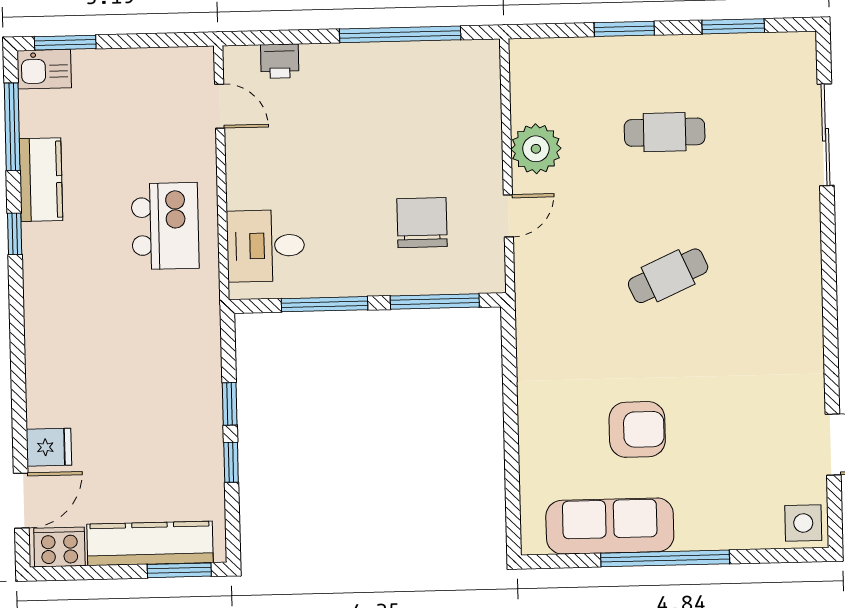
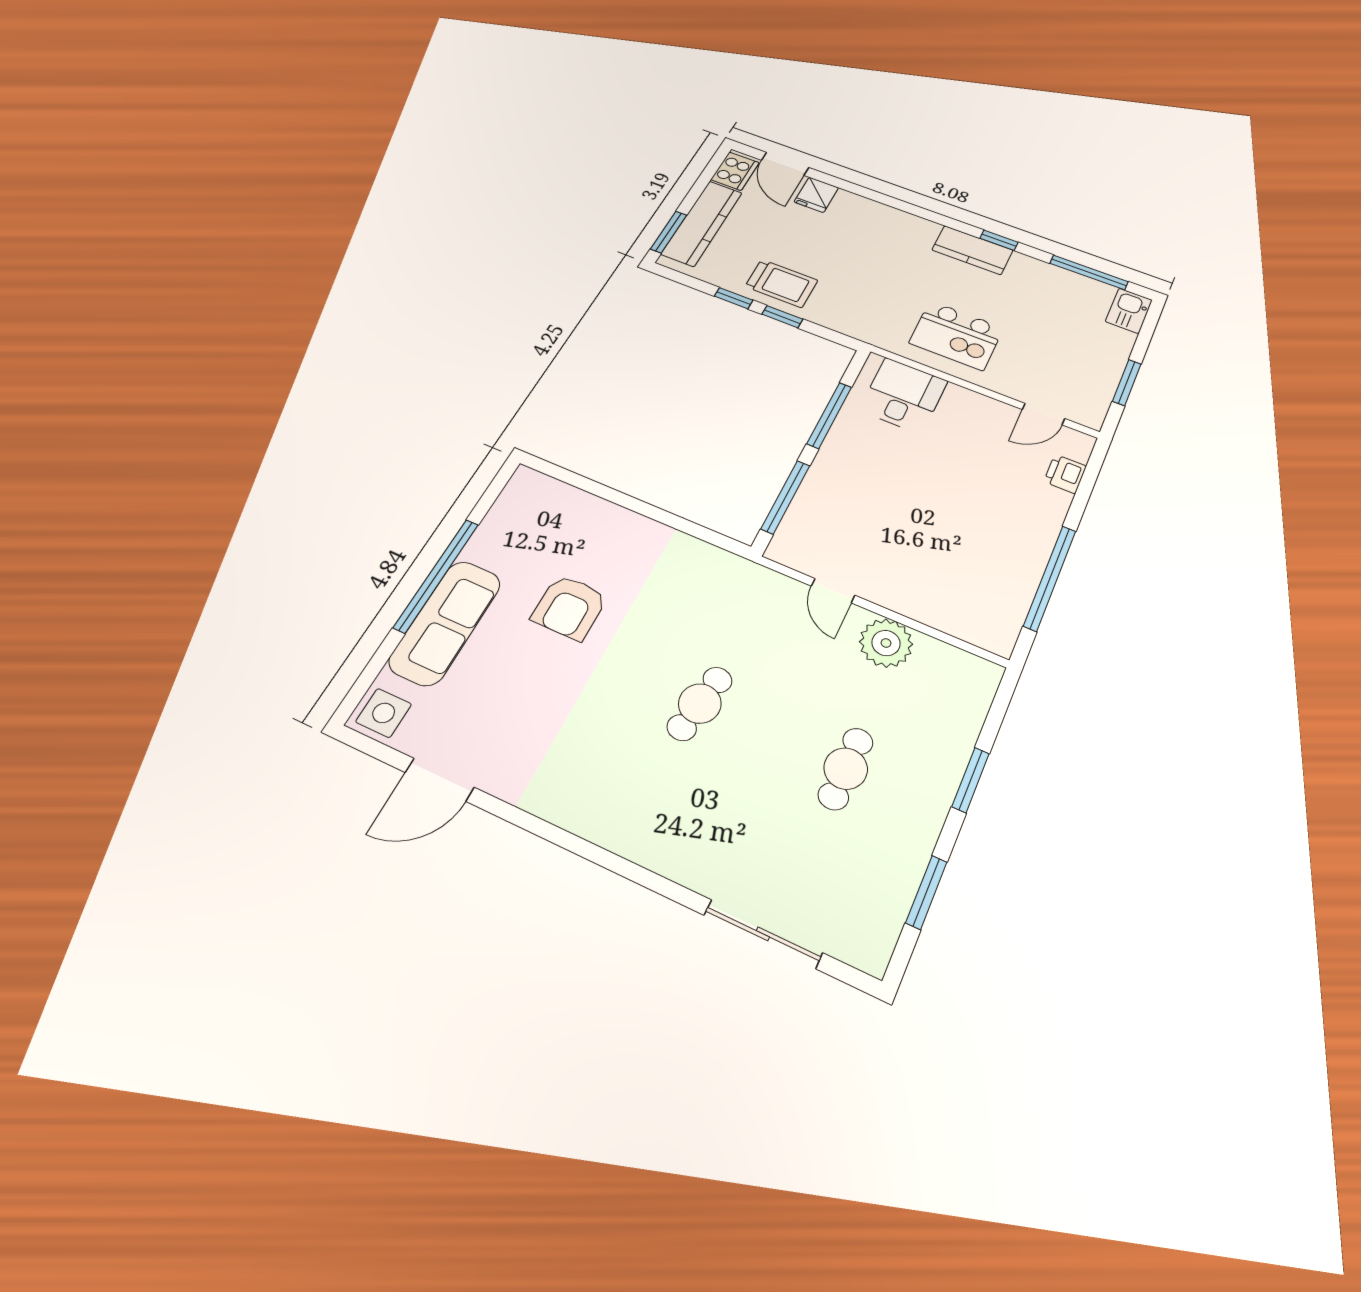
window: (65, 43) -> (1127, 382), moved
kitchen counter: (41, 180) -> (972, 250), moved
chair: (422, 223) -> (863, 519), removed
cafe table: (668, 276) -> (700, 704), turned 33
trolley: (188, 425) -> (781, 283), added
sofa: (610, 526) -> (445, 622), moved

